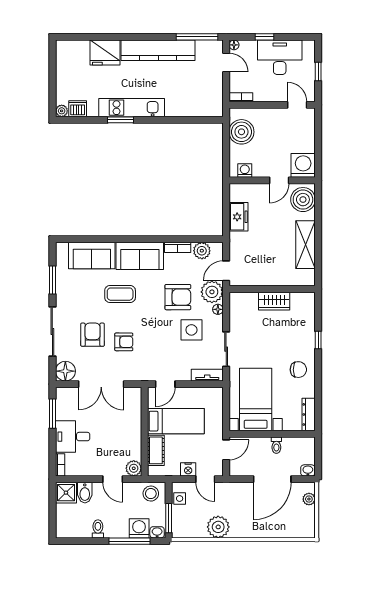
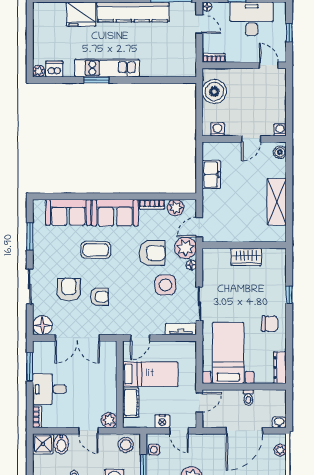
washing machine: (303, 165) -> (280, 130), width x0.53, depth x0.53
boiler: (303, 200) -> (280, 152), width x0.54, depth x0.54
sliding door: (52, 331) -> (30, 287), width x0.73

